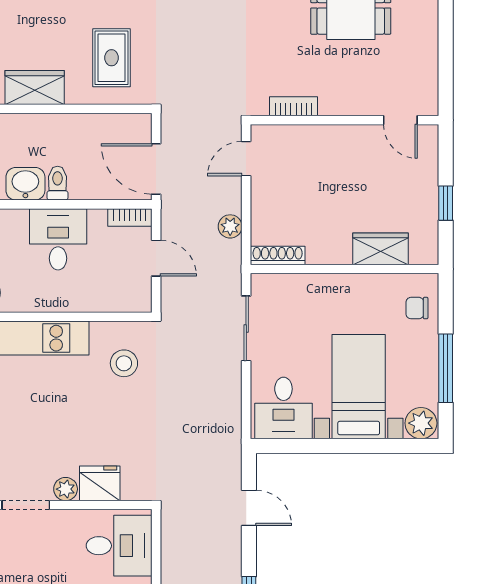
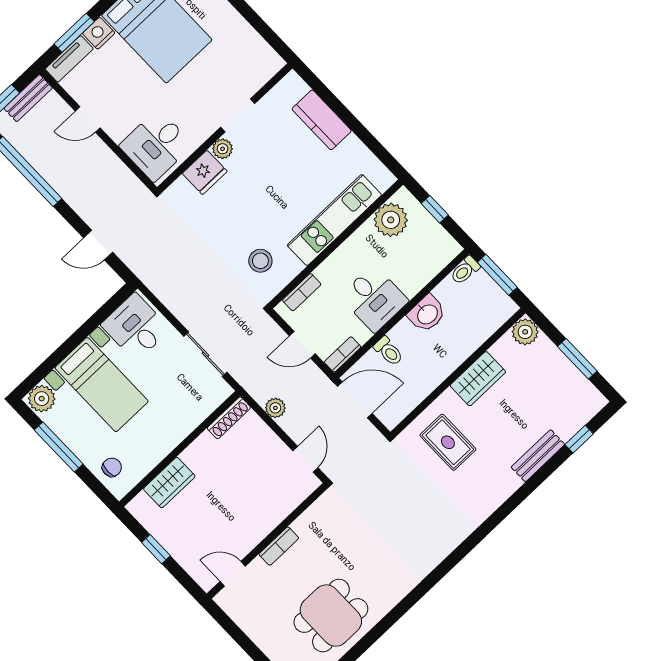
bookcase: (293, 106) -> (279, 546), moved
toilet: (58, 183) -> (388, 351), moved
bookcase: (114, 303) -> (302, 292), added

